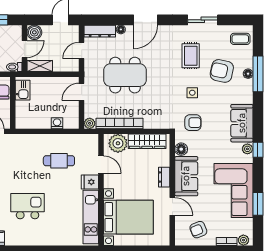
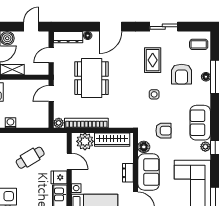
armchair: (222, 71) -> (182, 74), turned -102
dining table: (125, 75) -> (92, 78), turned 90
washing machine: (57, 123) -> (10, 123), moved
armchair: (193, 123) -> (164, 131), moved
cafe table: (59, 161) -> (30, 158), turned -31

